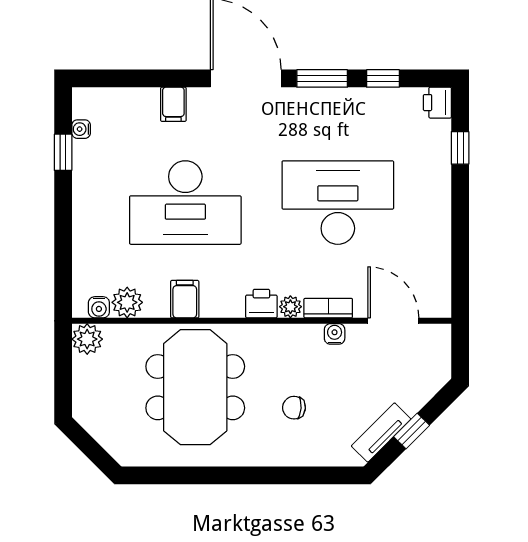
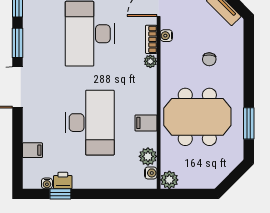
filing cabinet: (173, 104) -> (32, 150), moved
printer: (261, 304) -> (63, 180), moved, turned 90
window: (184, 475) -> (249, 123), added

